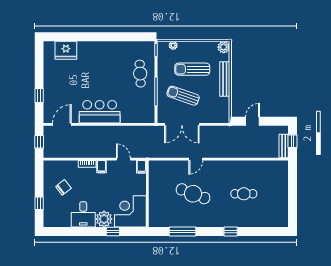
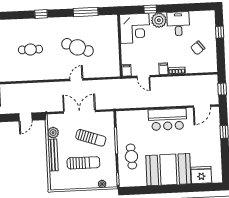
plant: (224, 47) -> (53, 133), moved
booth: (101, 58) -> (168, 170), added
double door: (182, 124) -> (79, 112), moved

